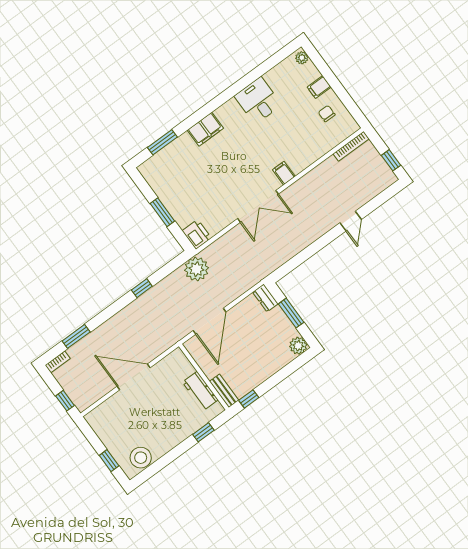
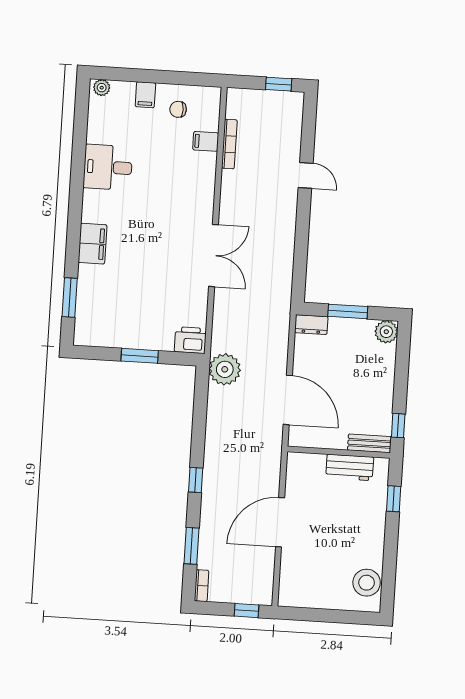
bookcase: (351, 146) -> (229, 144), moved
filing cabinet: (284, 173) -> (206, 141), moved
window: (142, 288) -> (196, 480), moved
window: (109, 461) -> (343, 617), removed

